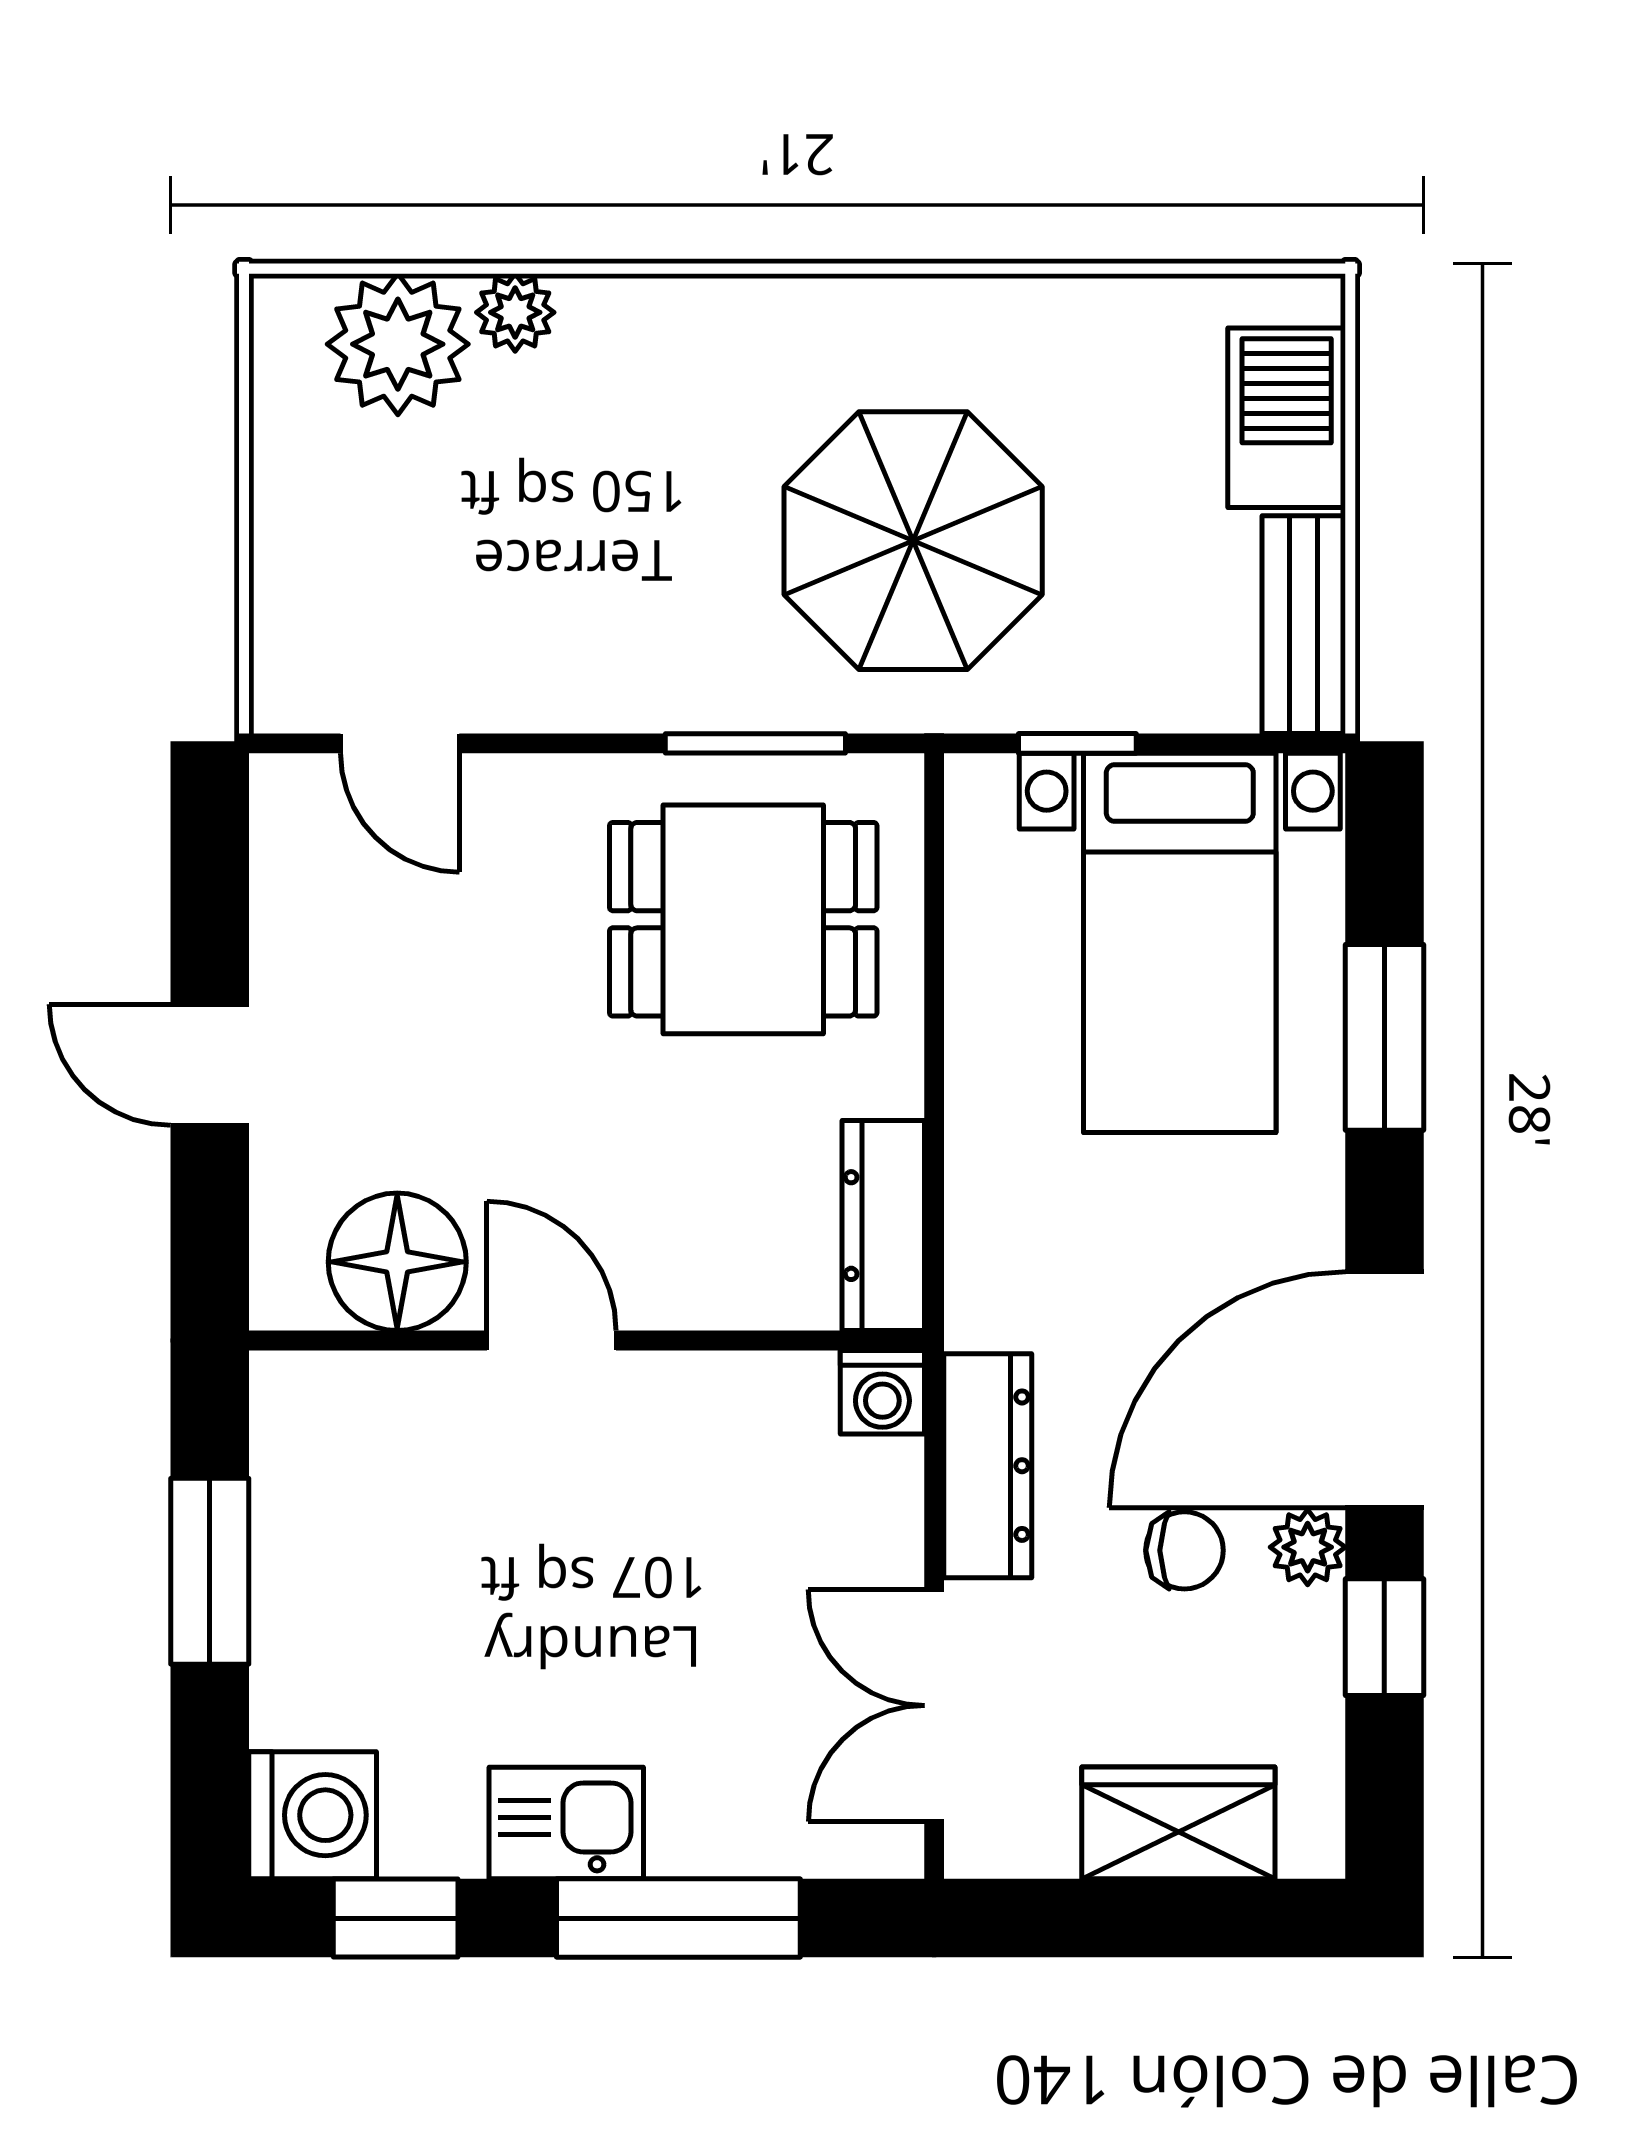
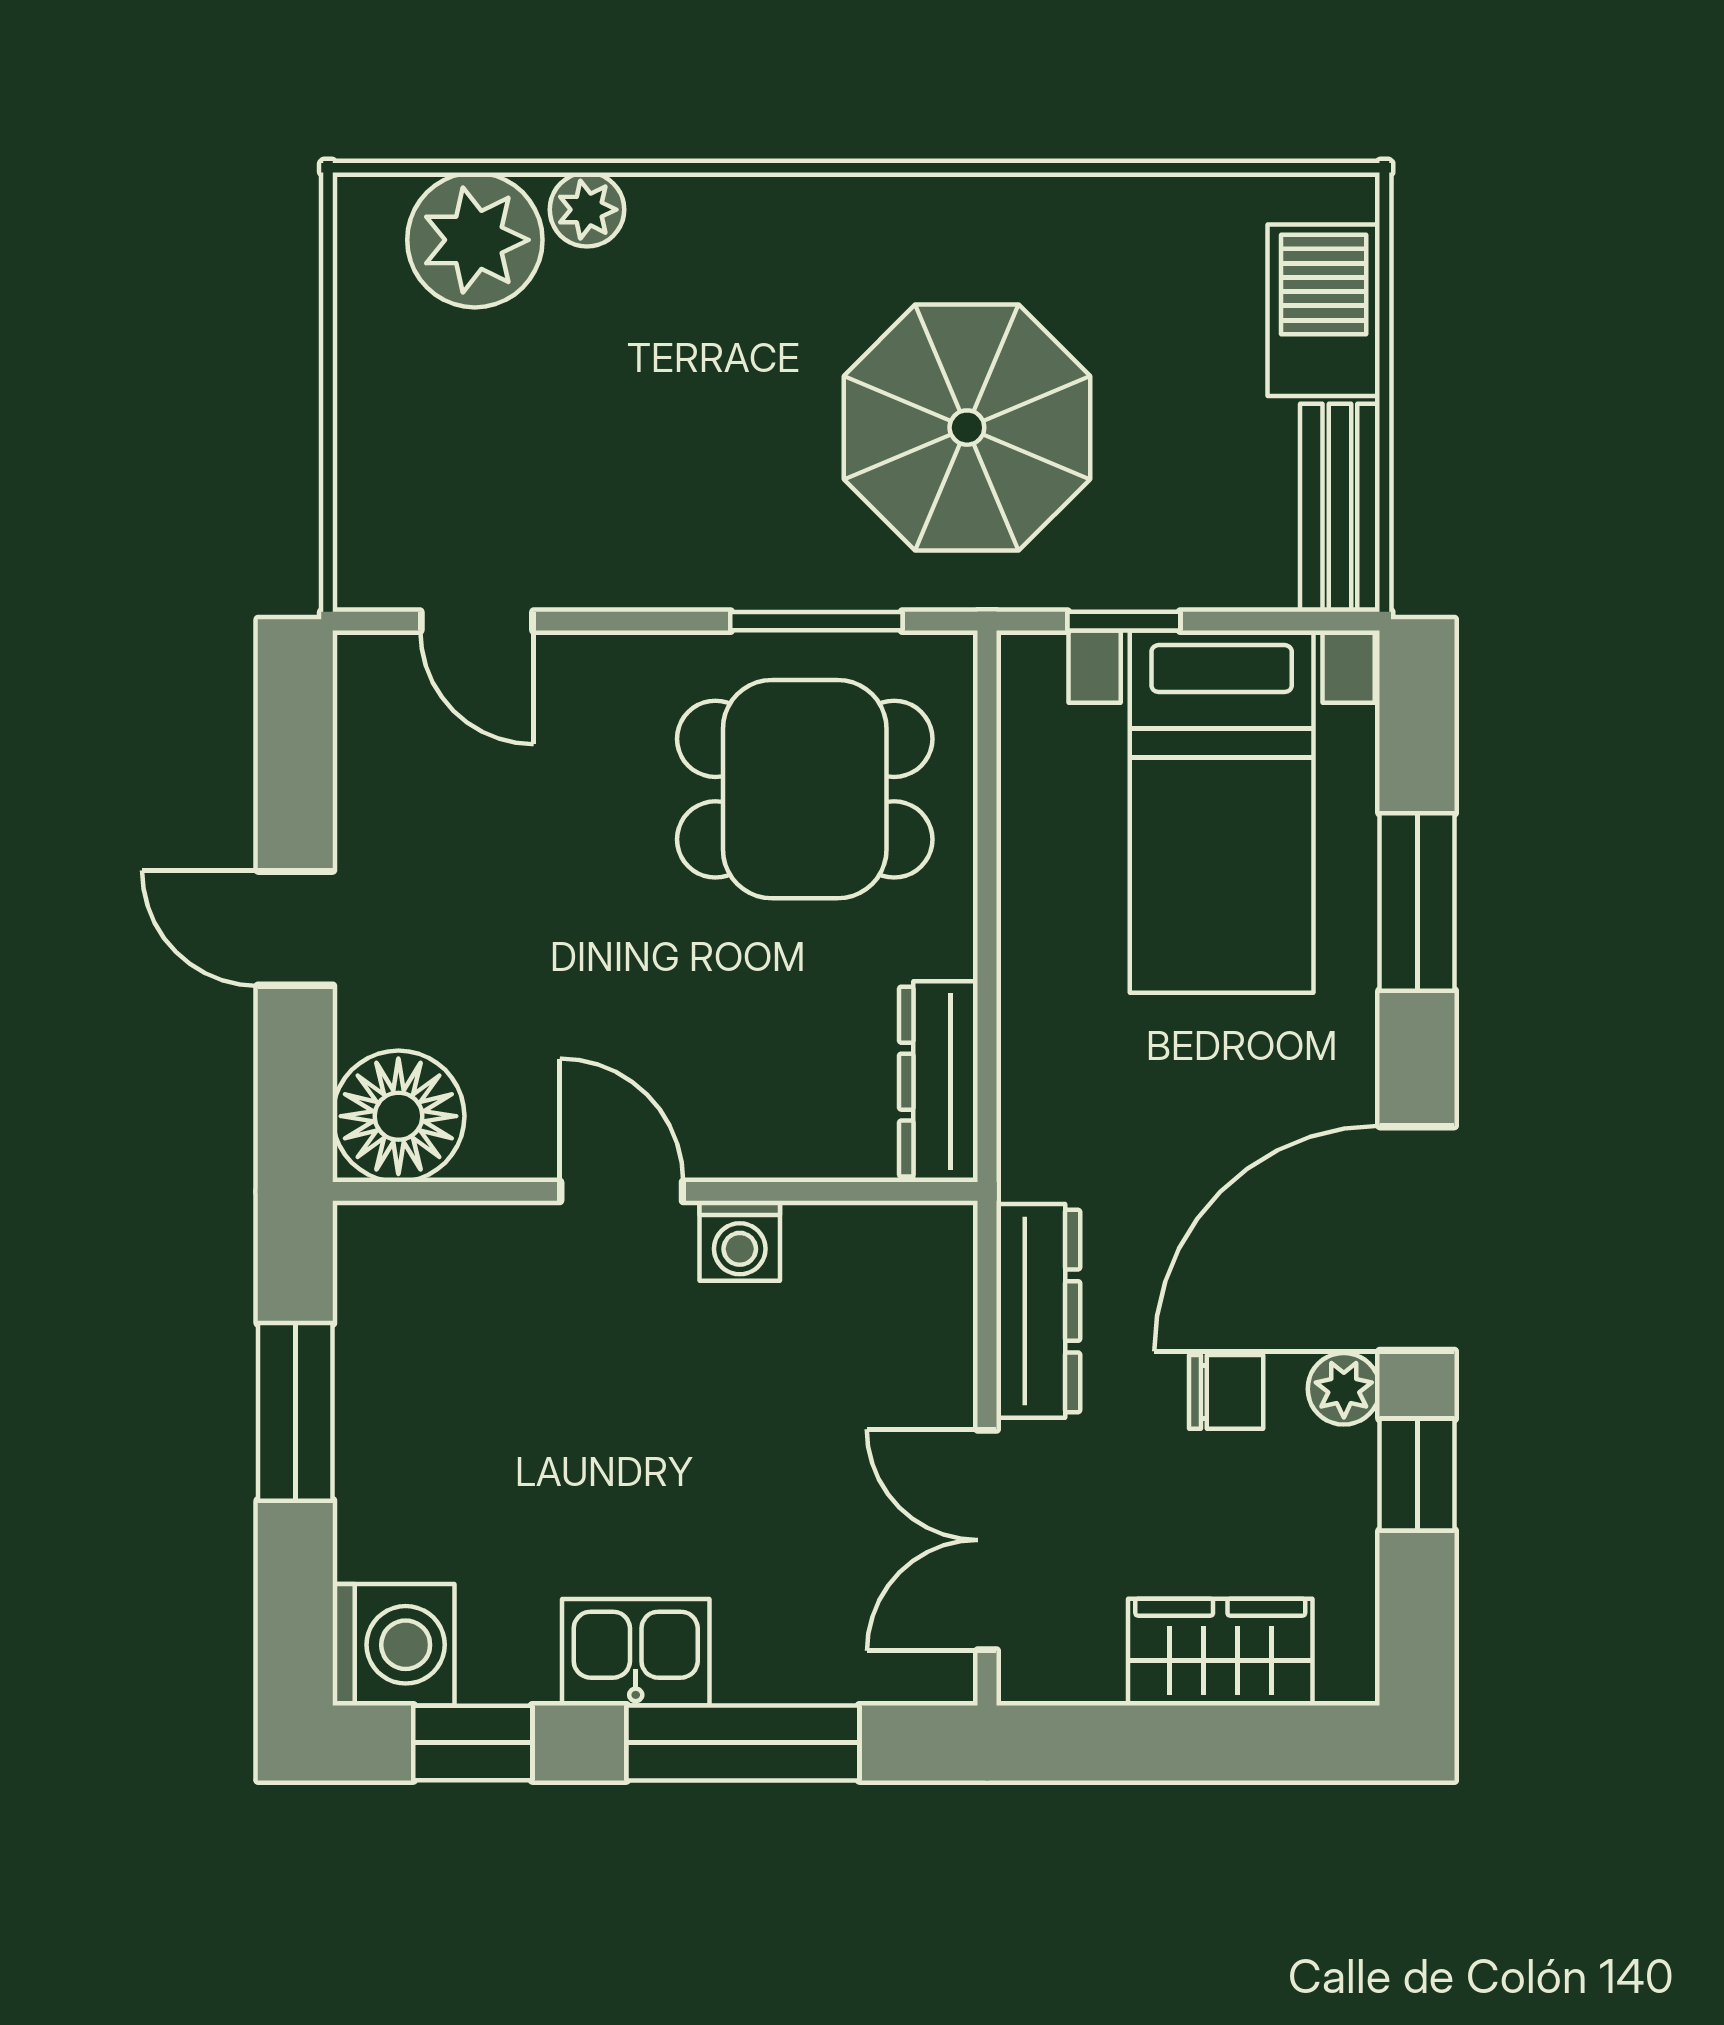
floor lamp: (397, 1262) -> (398, 1116), moved
washing machine: (882, 1392) -> (740, 1241), moved

